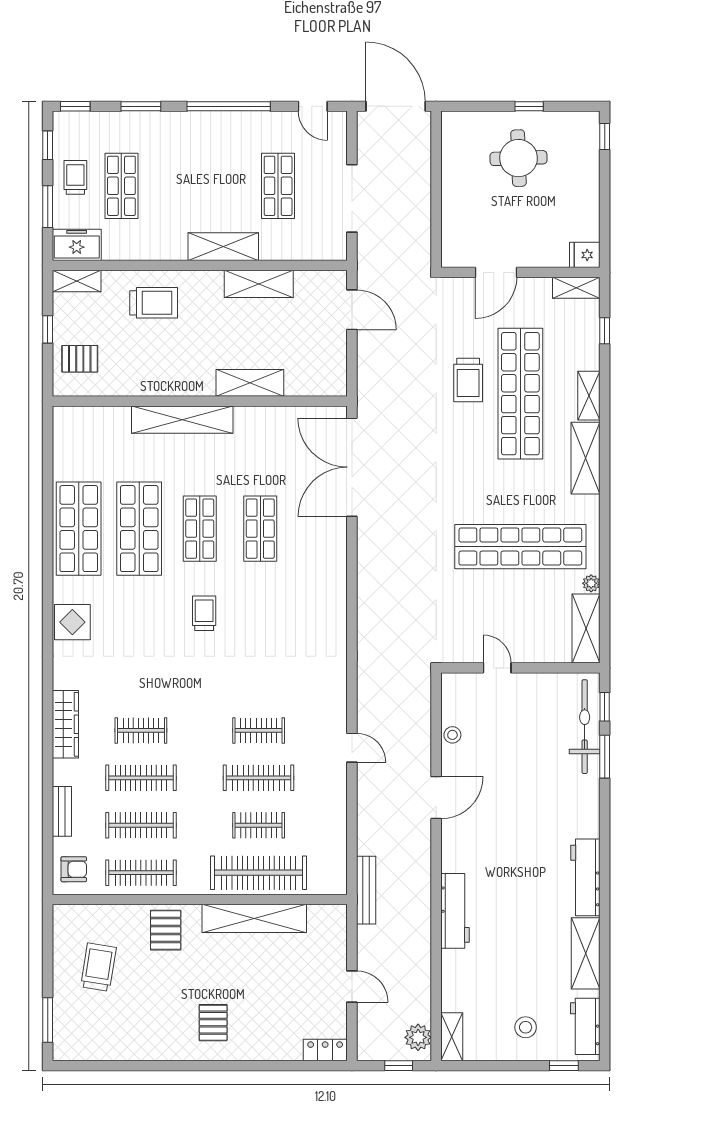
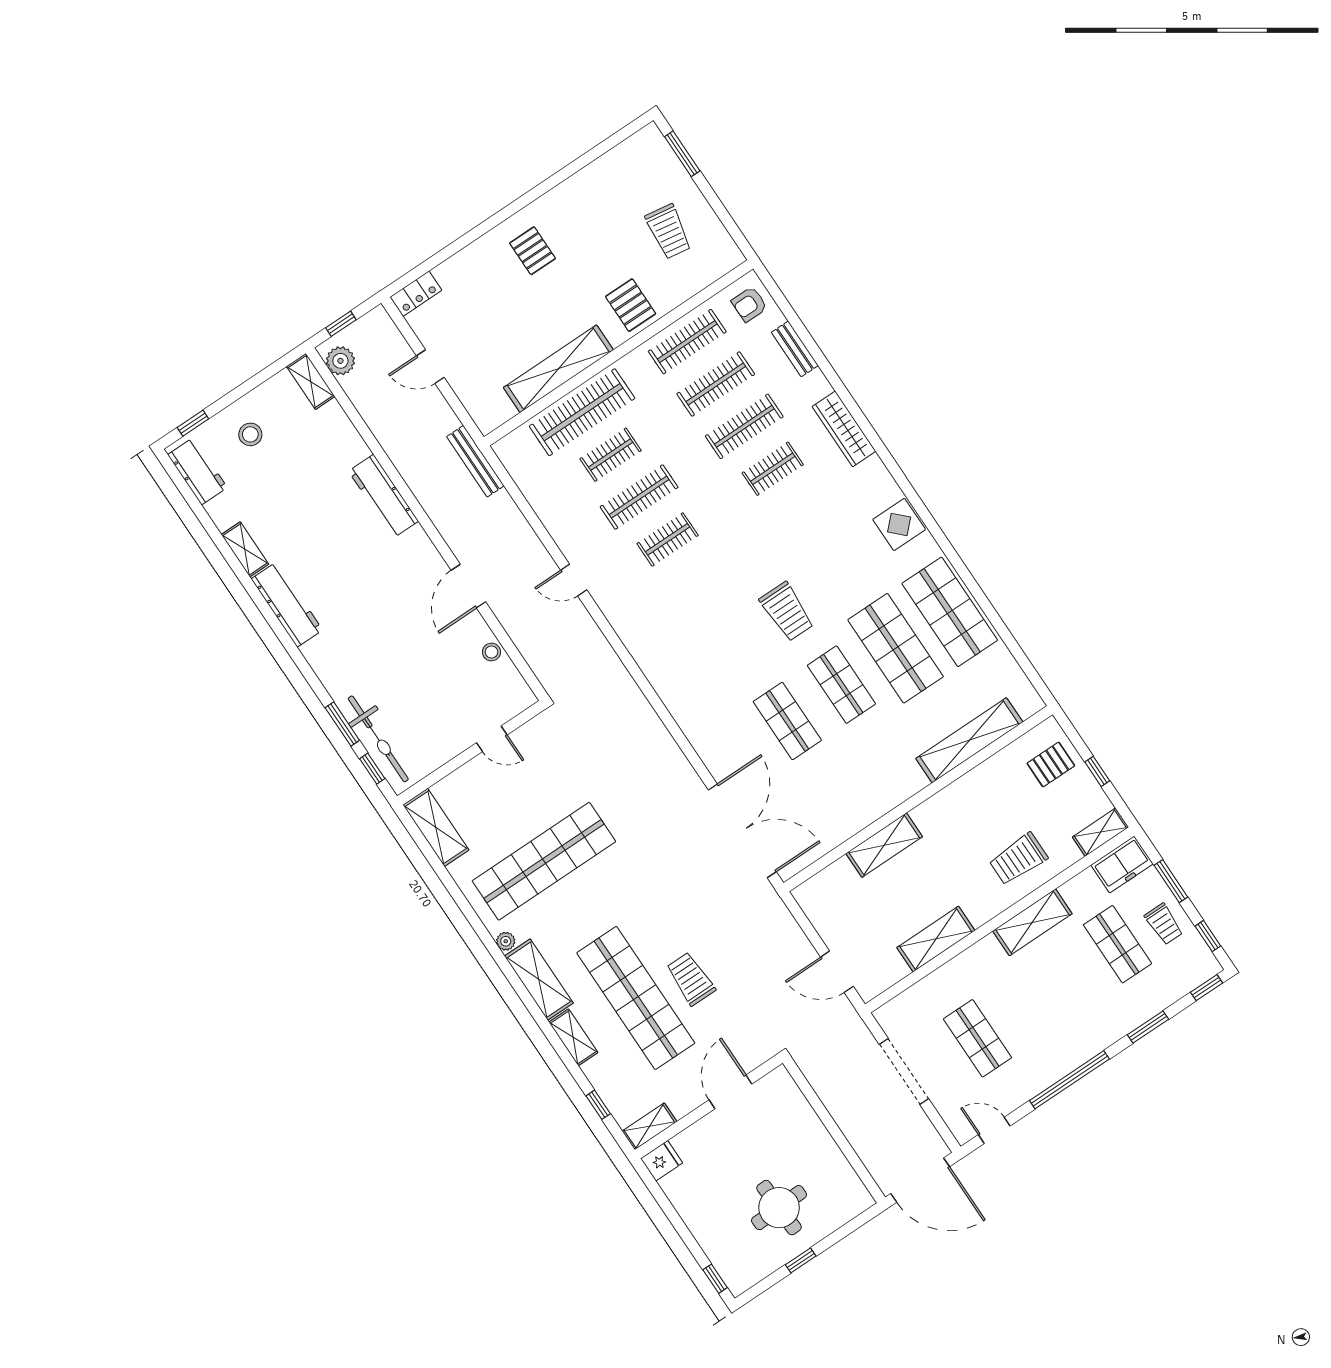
shelving: (223, 247) -> (1032, 922), moved
shelving: (182, 420) -> (969, 740), moved
plant: (591, 583) -> (506, 941), moved
trolley: (204, 613) -> (787, 612), width x1.36, depth x1.39
shelving: (586, 953) -> (245, 549), width x0.67, depth x0.75

